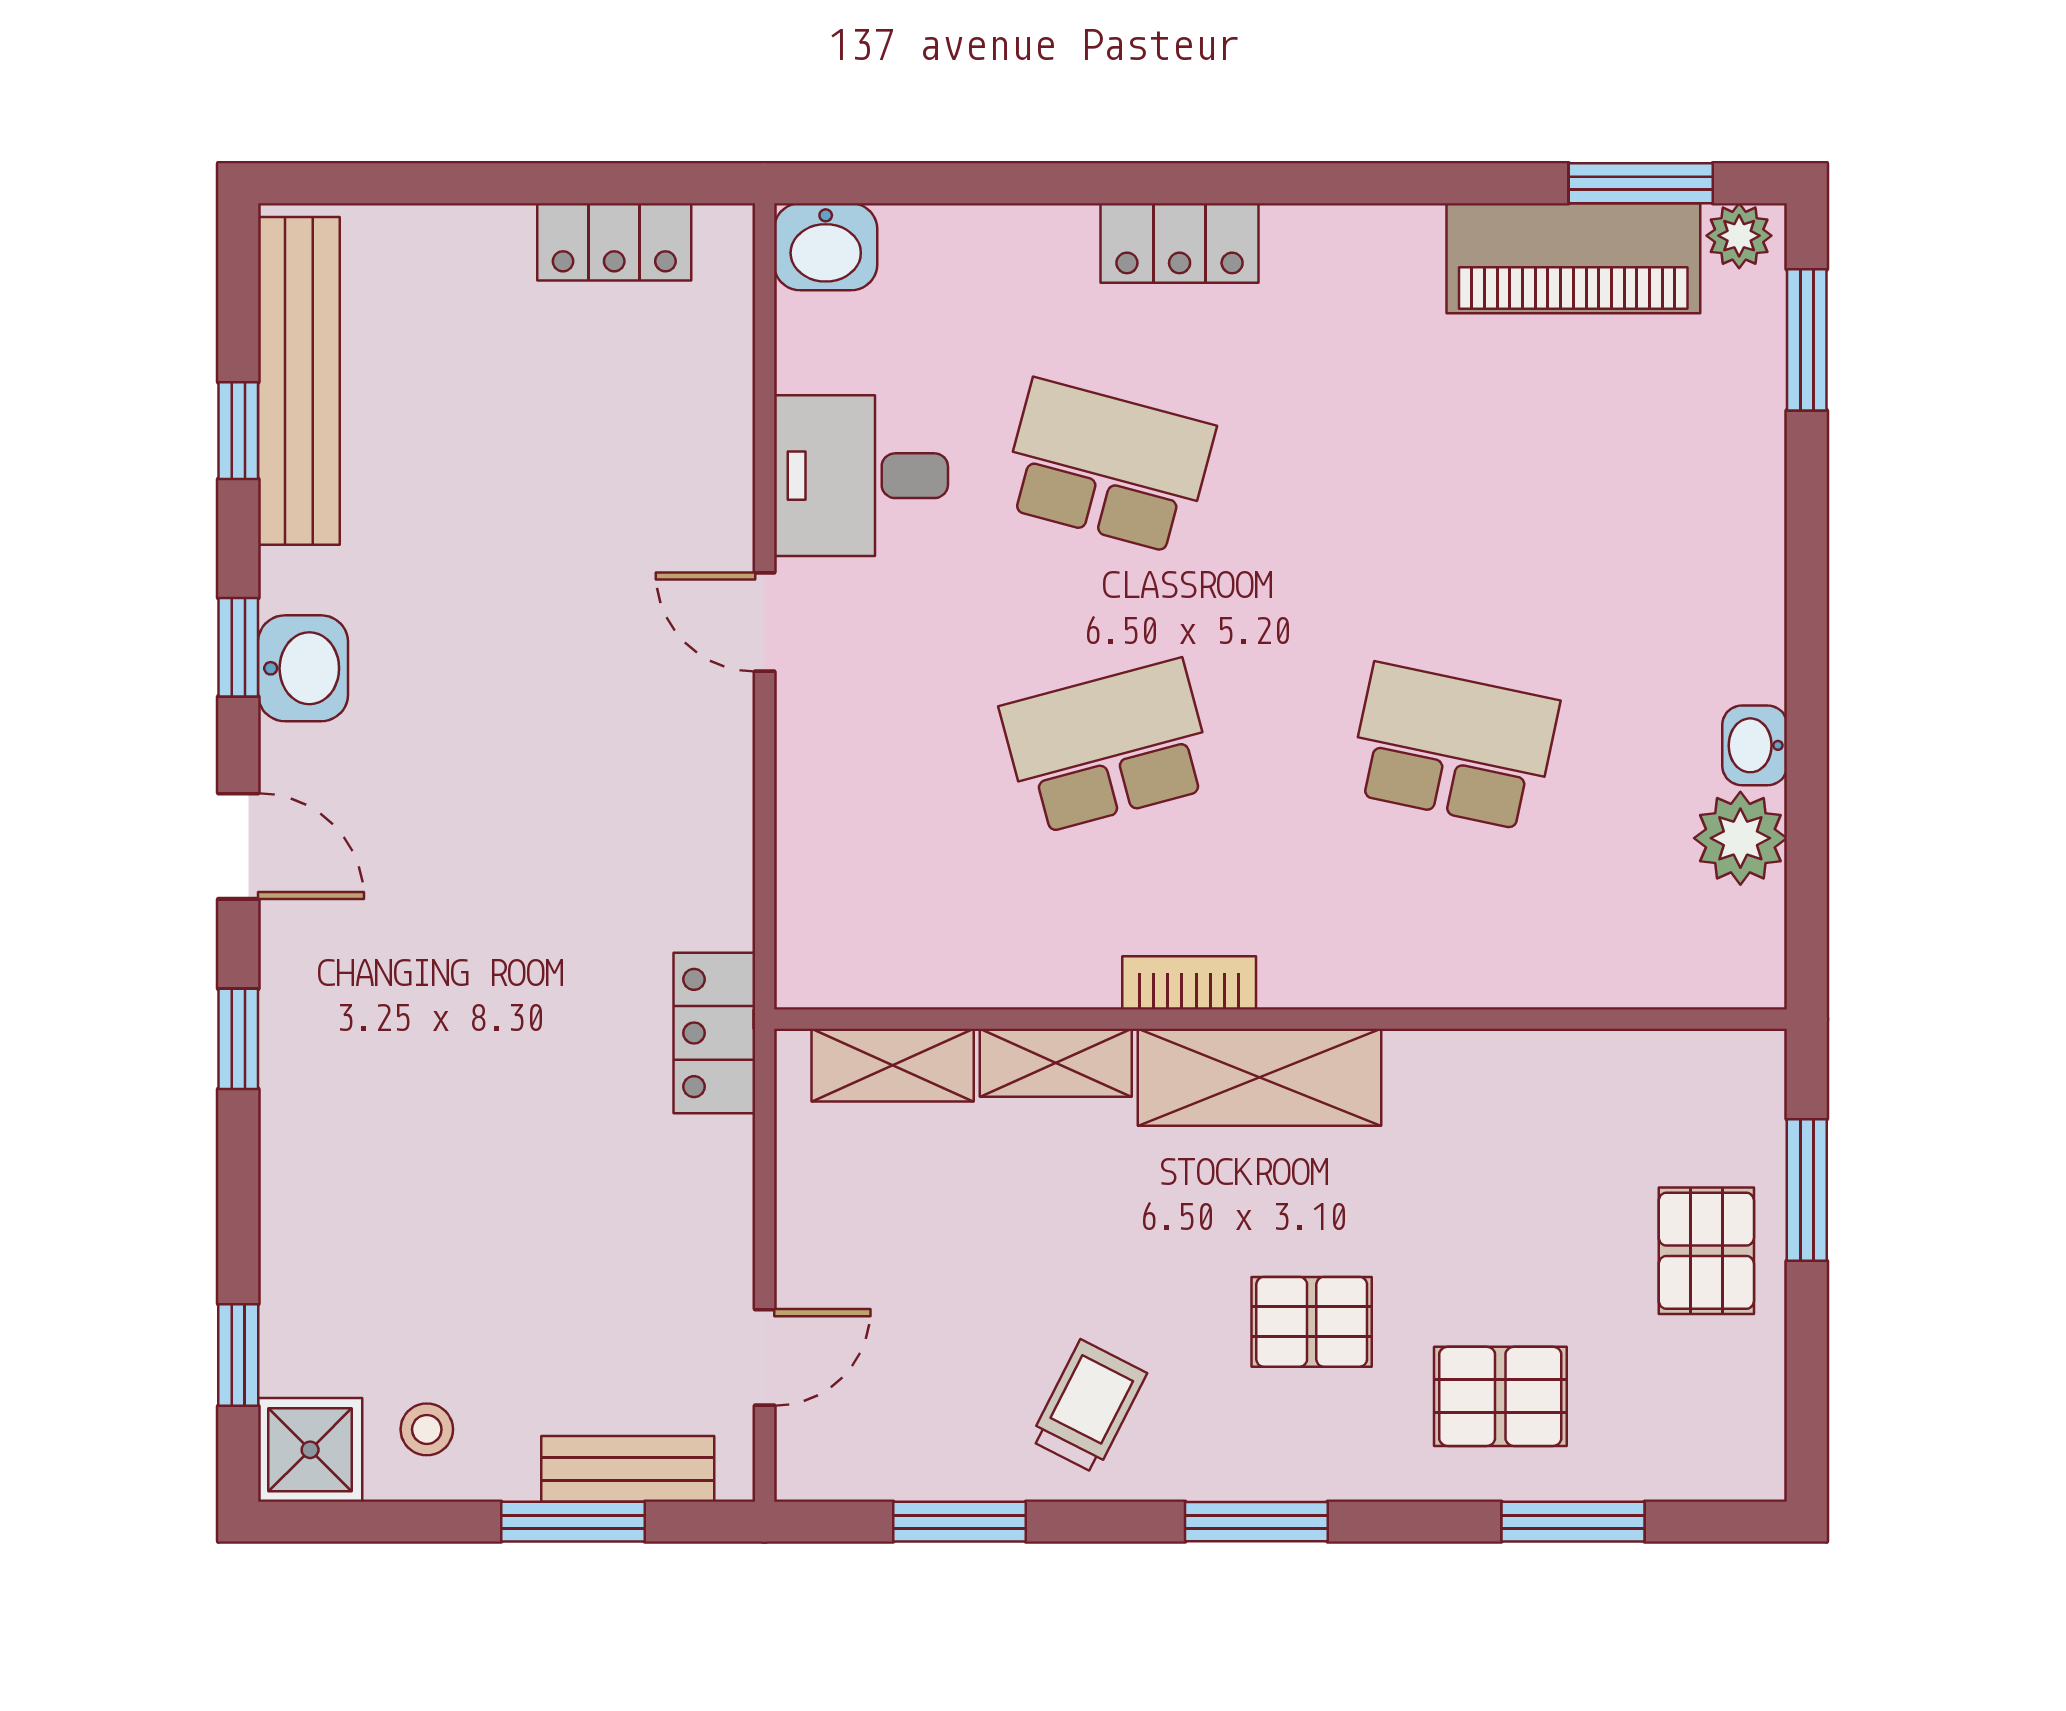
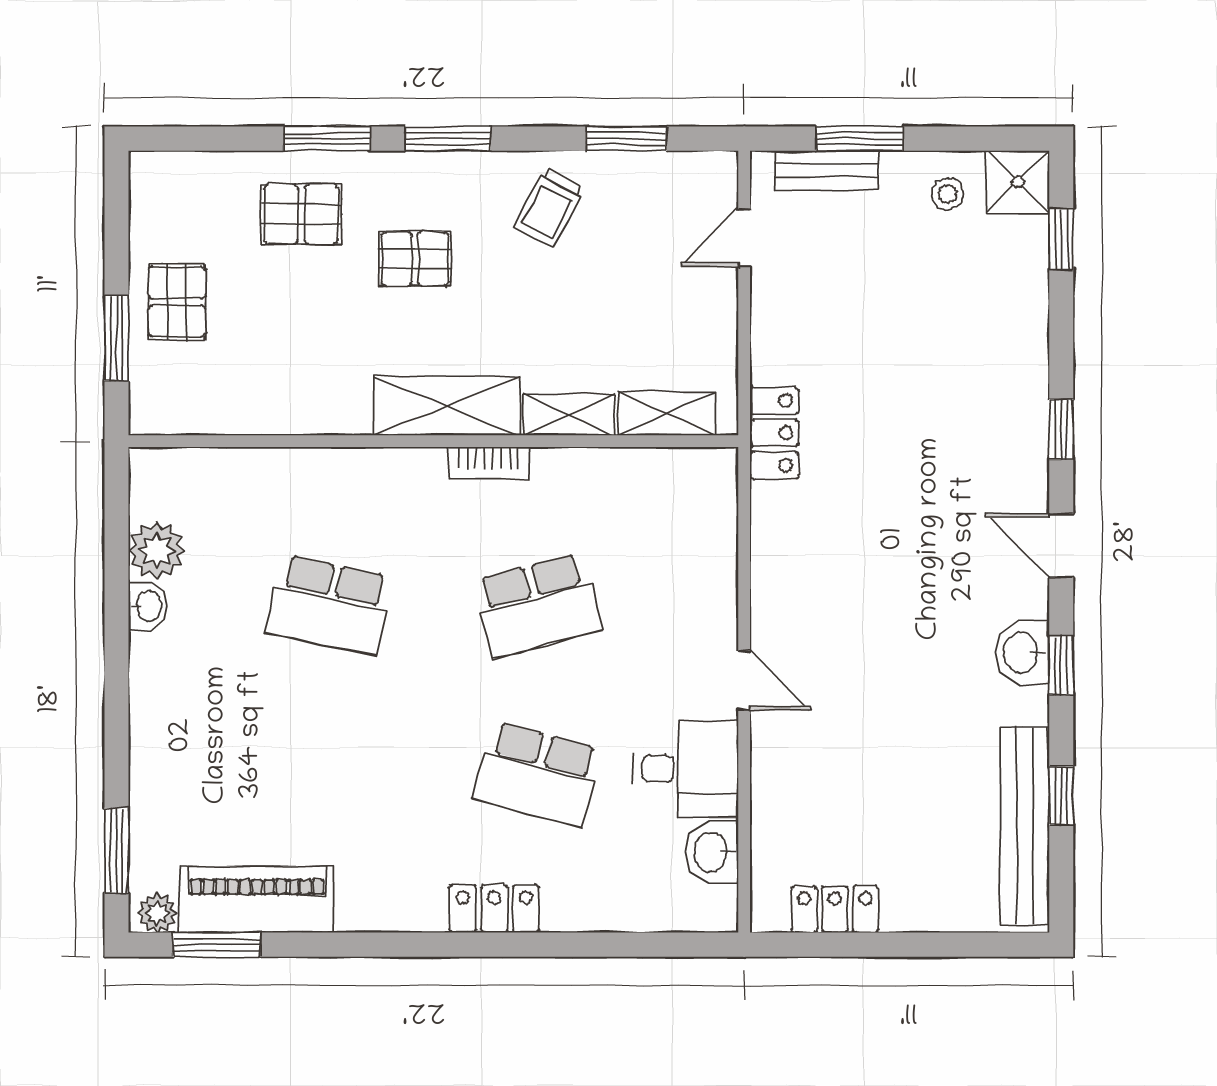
washbasin: (826, 247) -> (712, 852), moved, turned -90
window: (1573, 1522) -> (327, 139), moved

